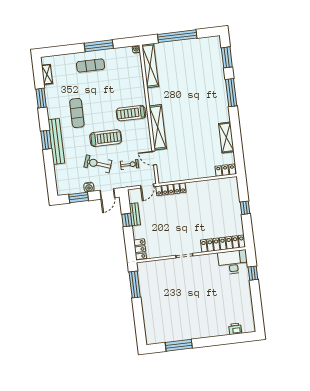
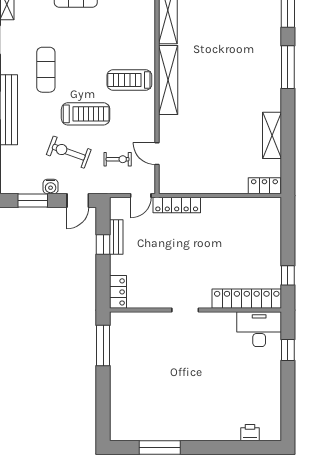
shelving: (158, 127) -> (168, 80), moved
window: (245, 208) -> (288, 275), moved

